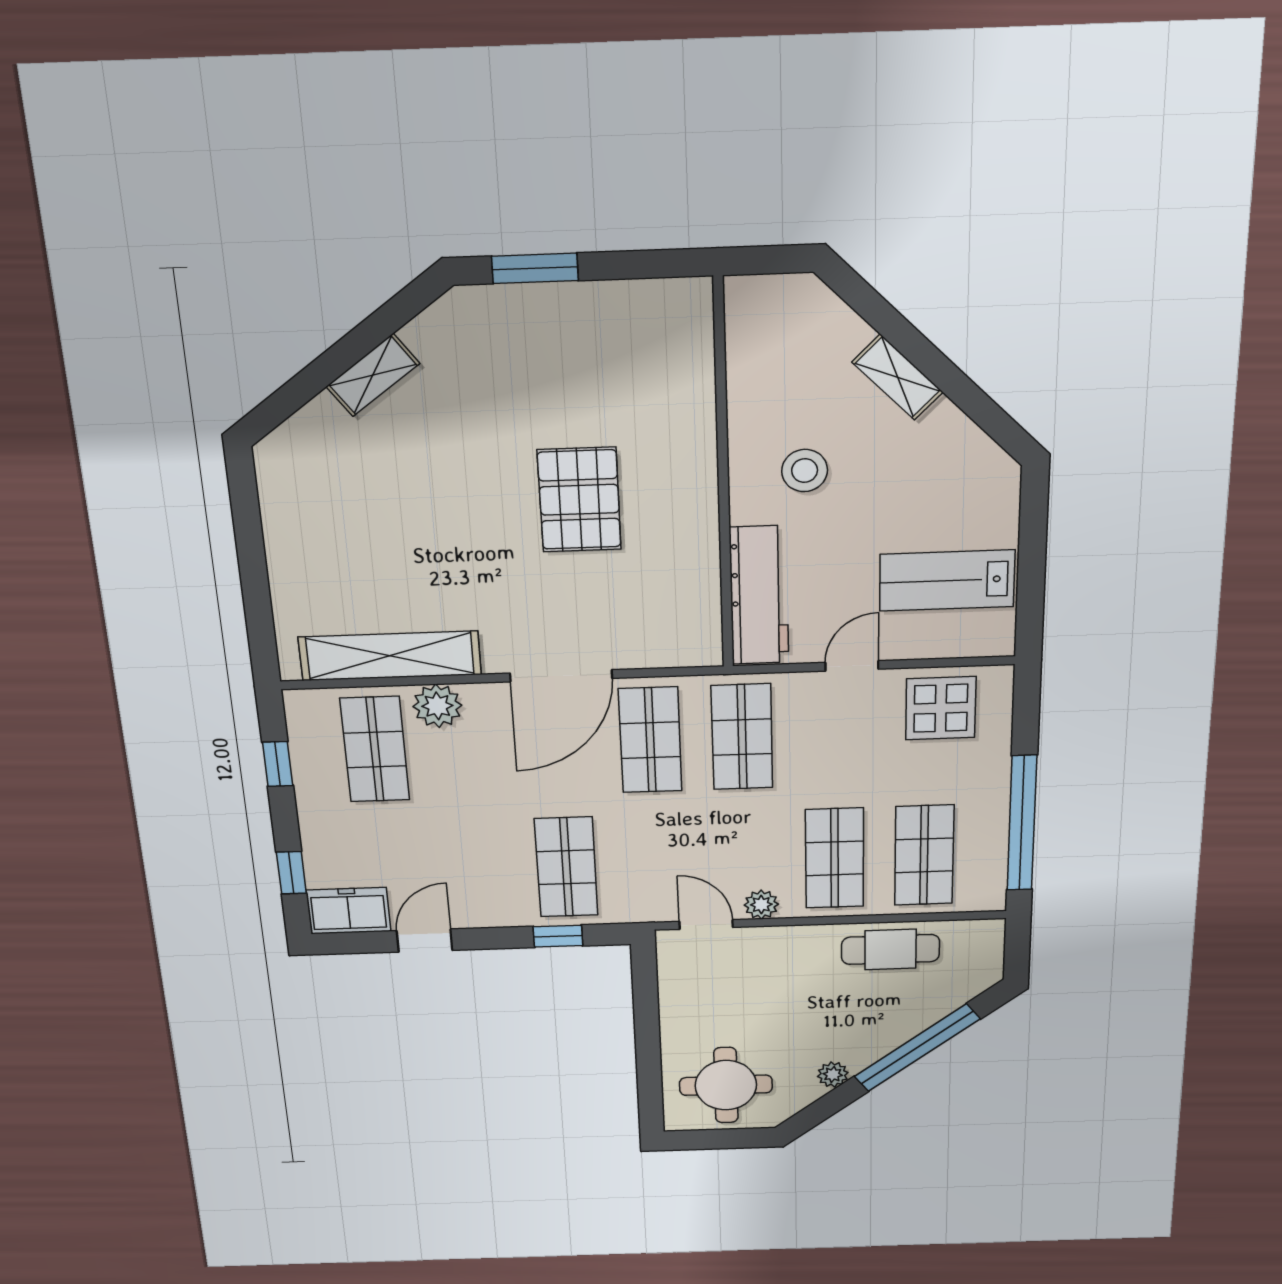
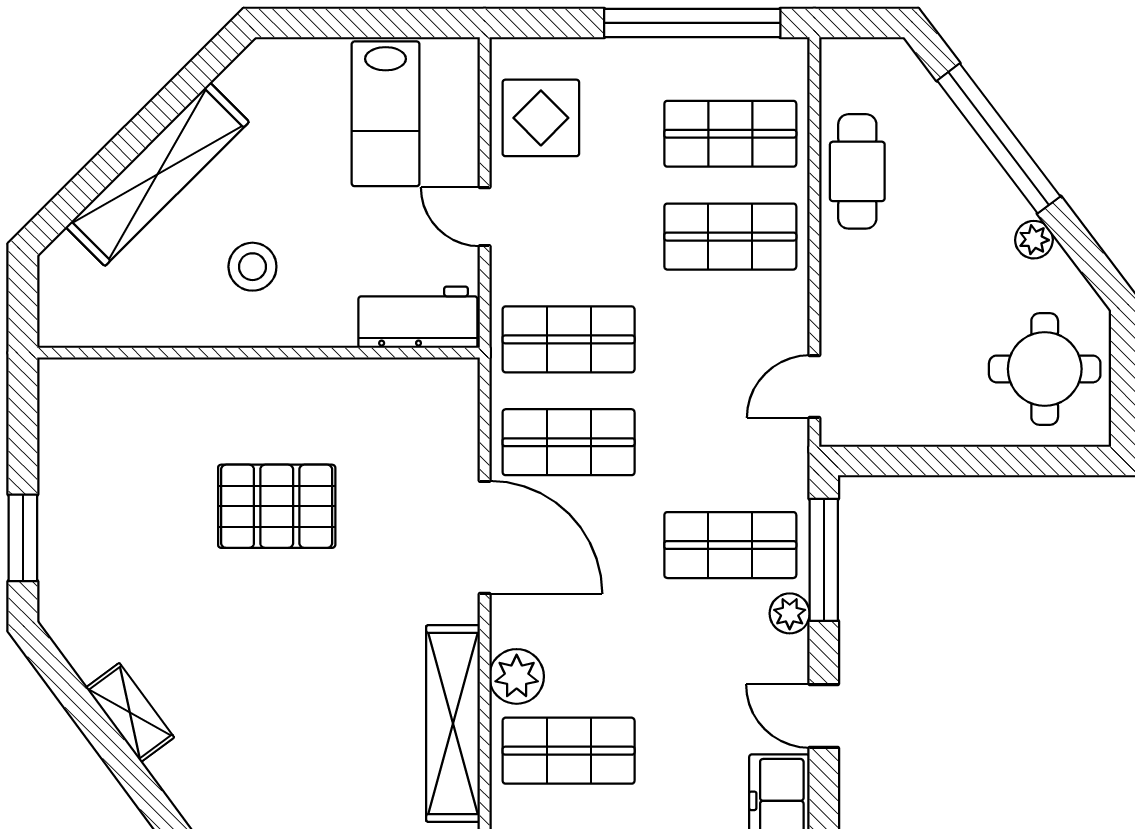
shelving: (897, 377) -> (157, 174), width x2.20, depth x1.33
workbench: (759, 595) -> (418, 317), width x0.73
plant: (761, 905) -> (790, 613), moved
window: (558, 936) -> (824, 560), width x2.17

